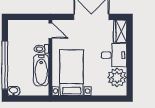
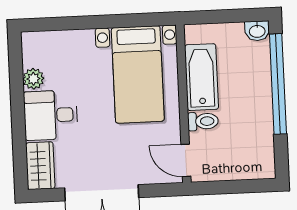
plant: (117, 77) -> (33, 79), width x0.53, depth x0.53

